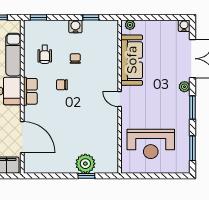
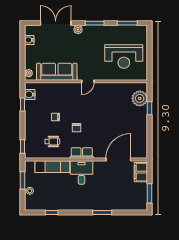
water cooler: (75, 26) -> (30, 94), moved
water cooler: (184, 26) -> (29, 40), moved
reception desk: (151, 144) -> (124, 57), turned 90
plant: (85, 164) -> (140, 98), moved

